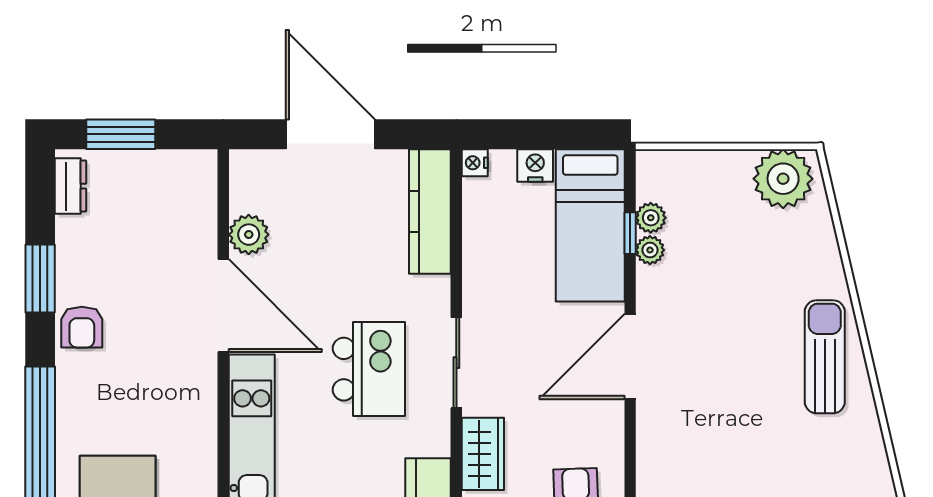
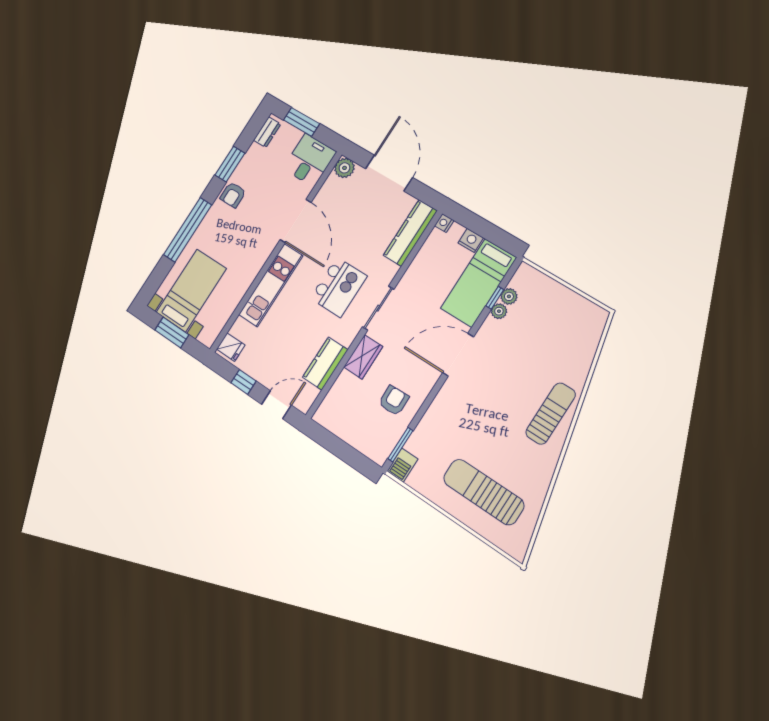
plant: (783, 179) -> (584, 316), removed
desk: (179, 191) -> (310, 160), added
plant: (249, 235) -> (344, 168), moved

